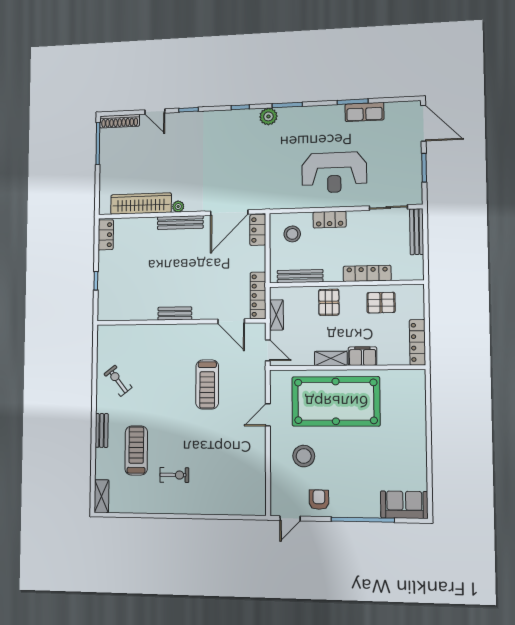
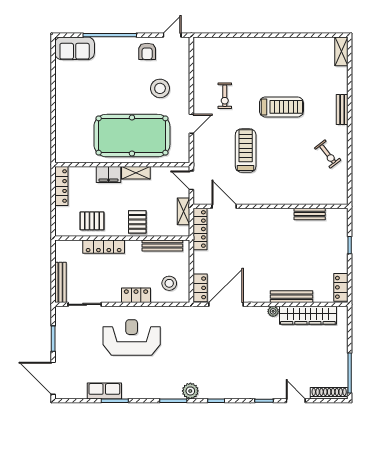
bench: (180, 222) -> (292, 297), moved
bench: (175, 314) -> (310, 214), moved
treadmill: (136, 450) -> (281, 107), moved, turned -90
exercise bike: (174, 475) -> (225, 96), moved, turned -90

